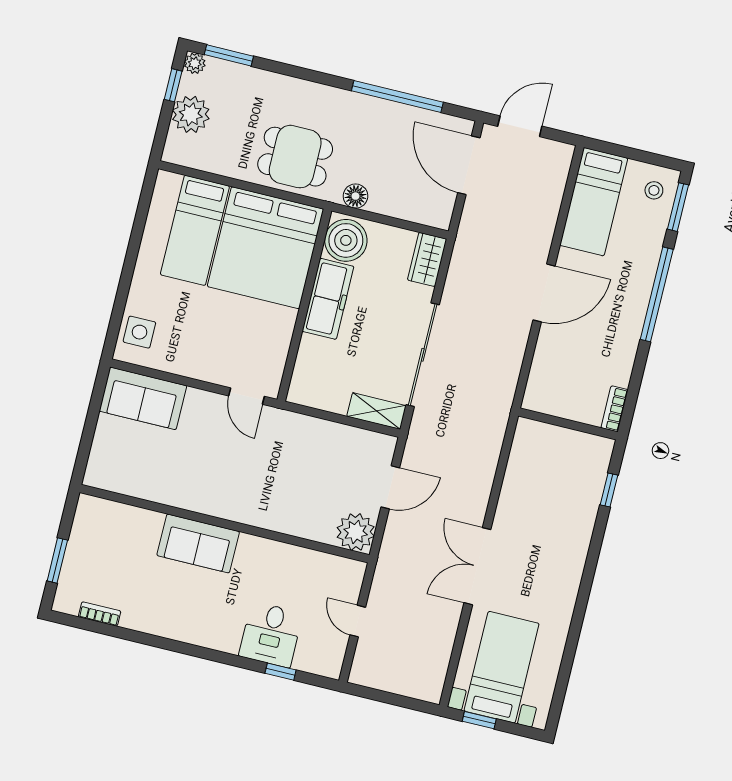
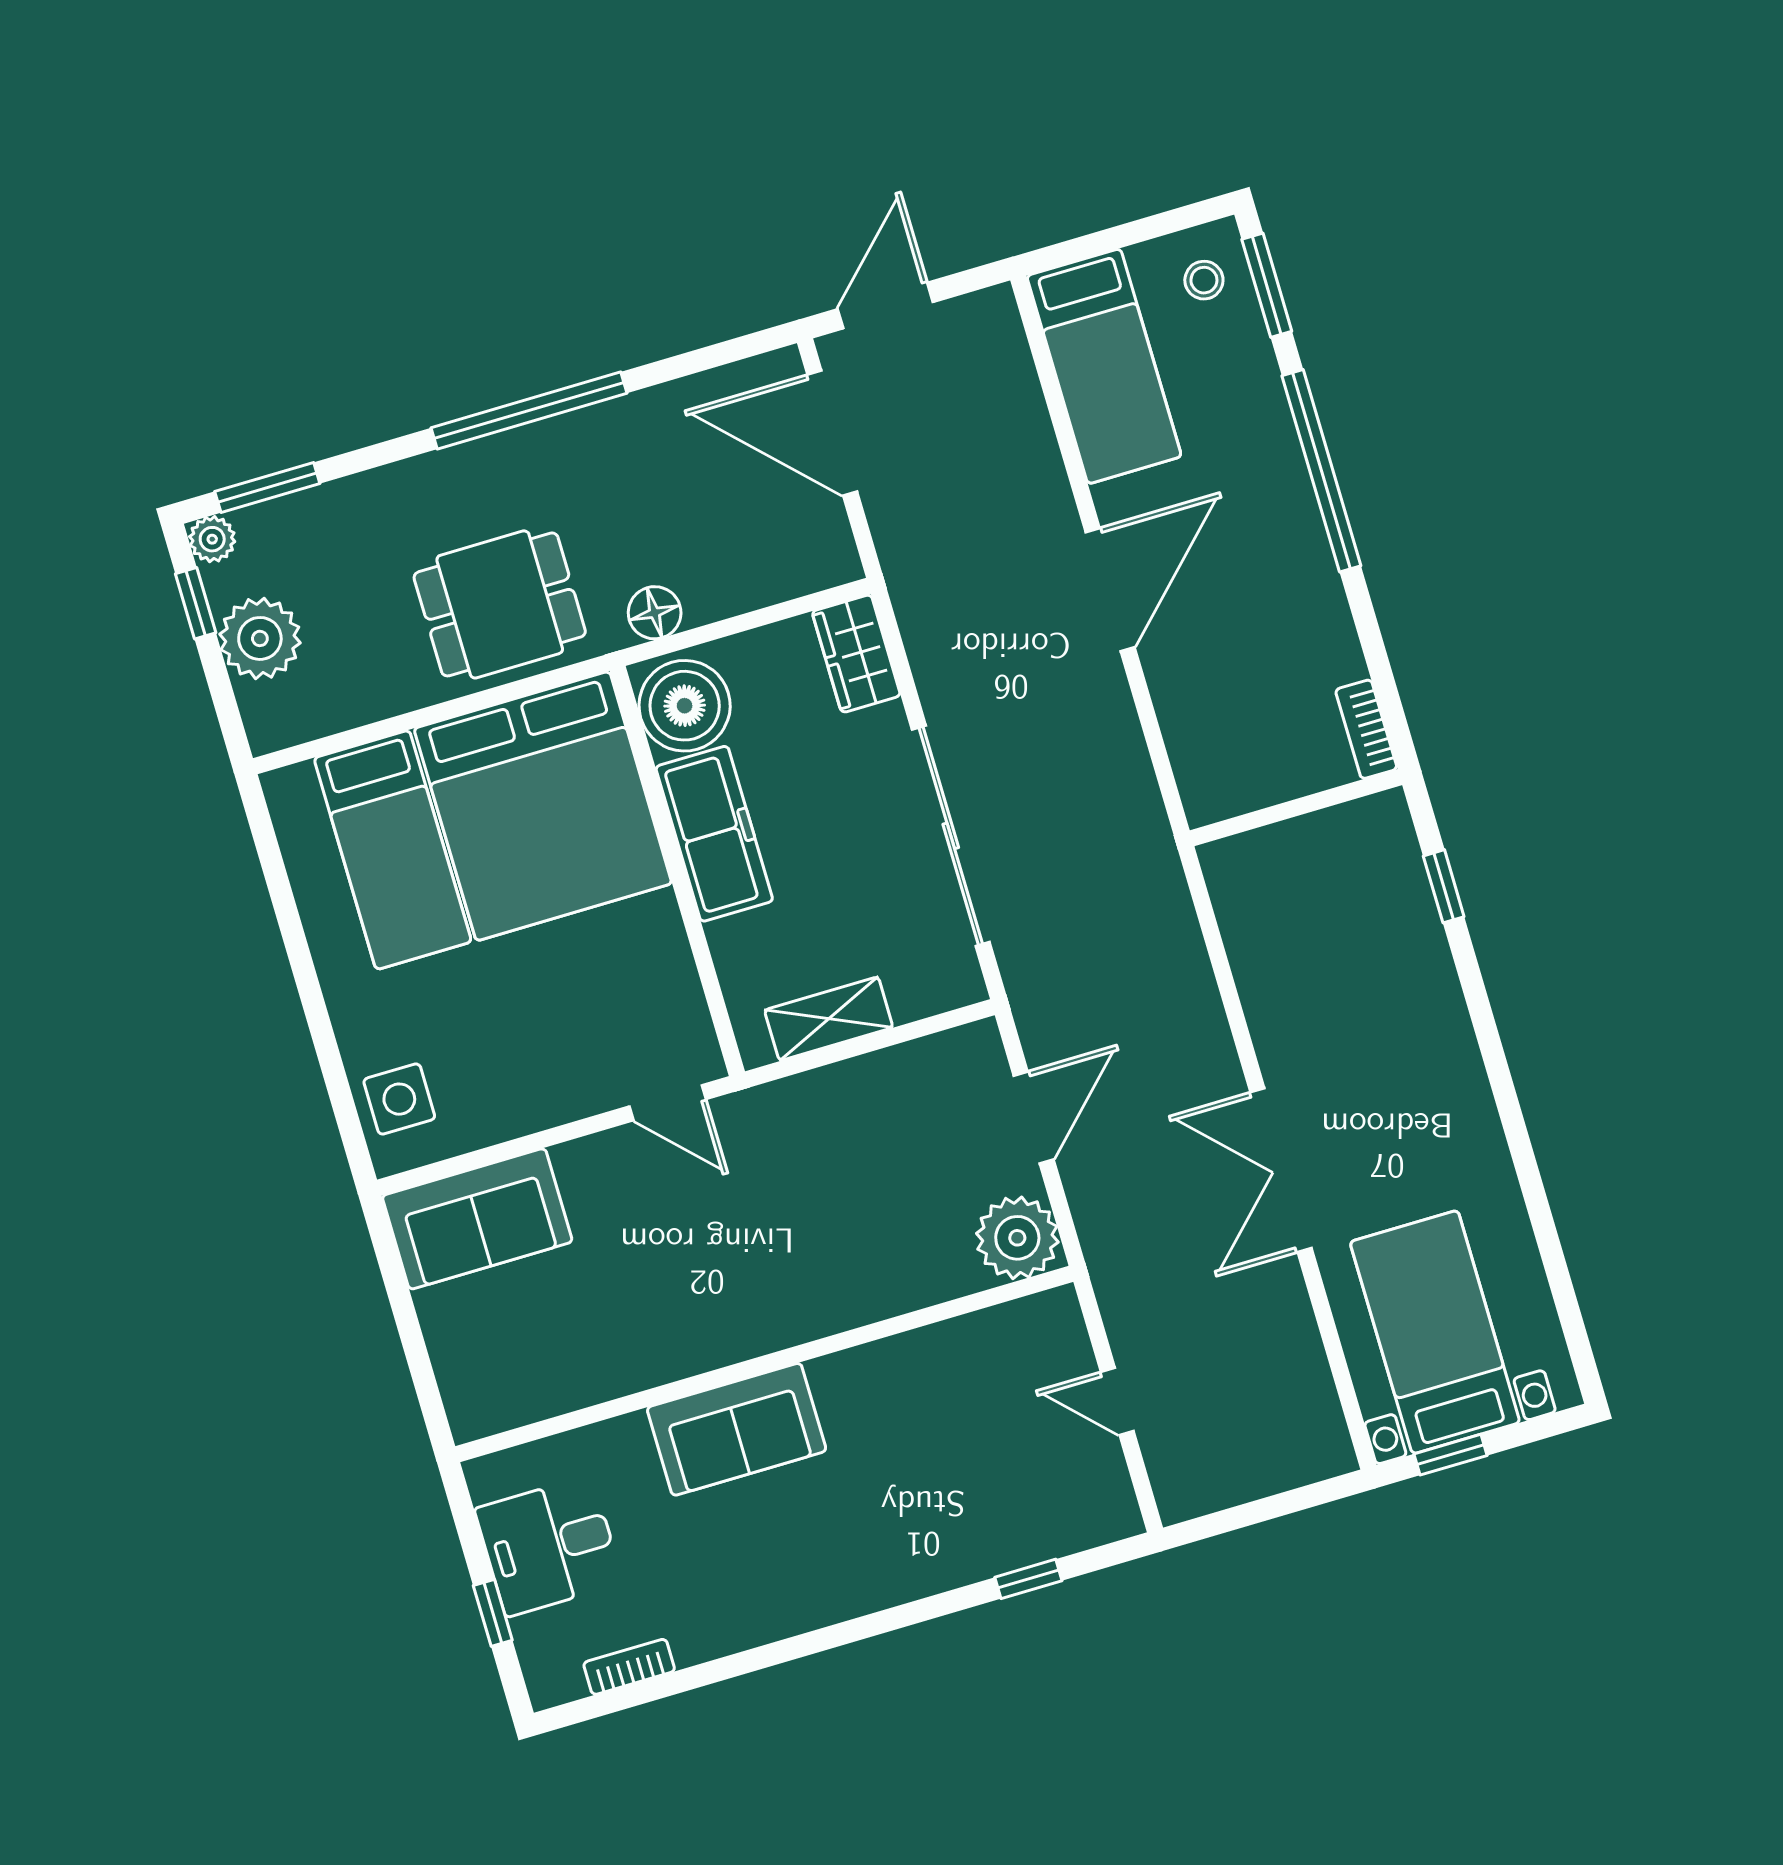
window: (397, 96) -> (529, 410), moved
shelving: (376, 411) -> (829, 1019), moved
window: (57, 560) -> (493, 1613), width x0.67
desk: (271, 635) -> (549, 1546), moved, turned 90

